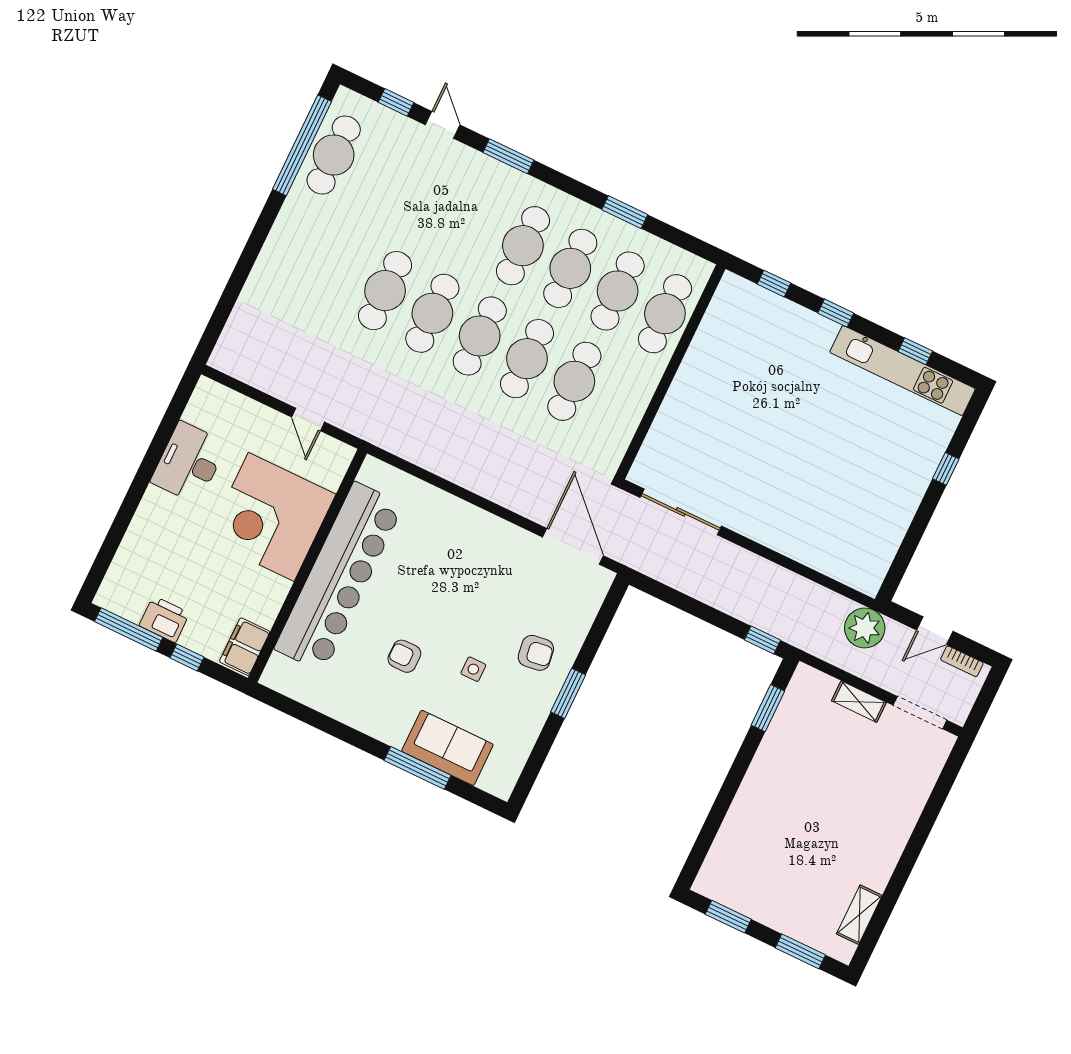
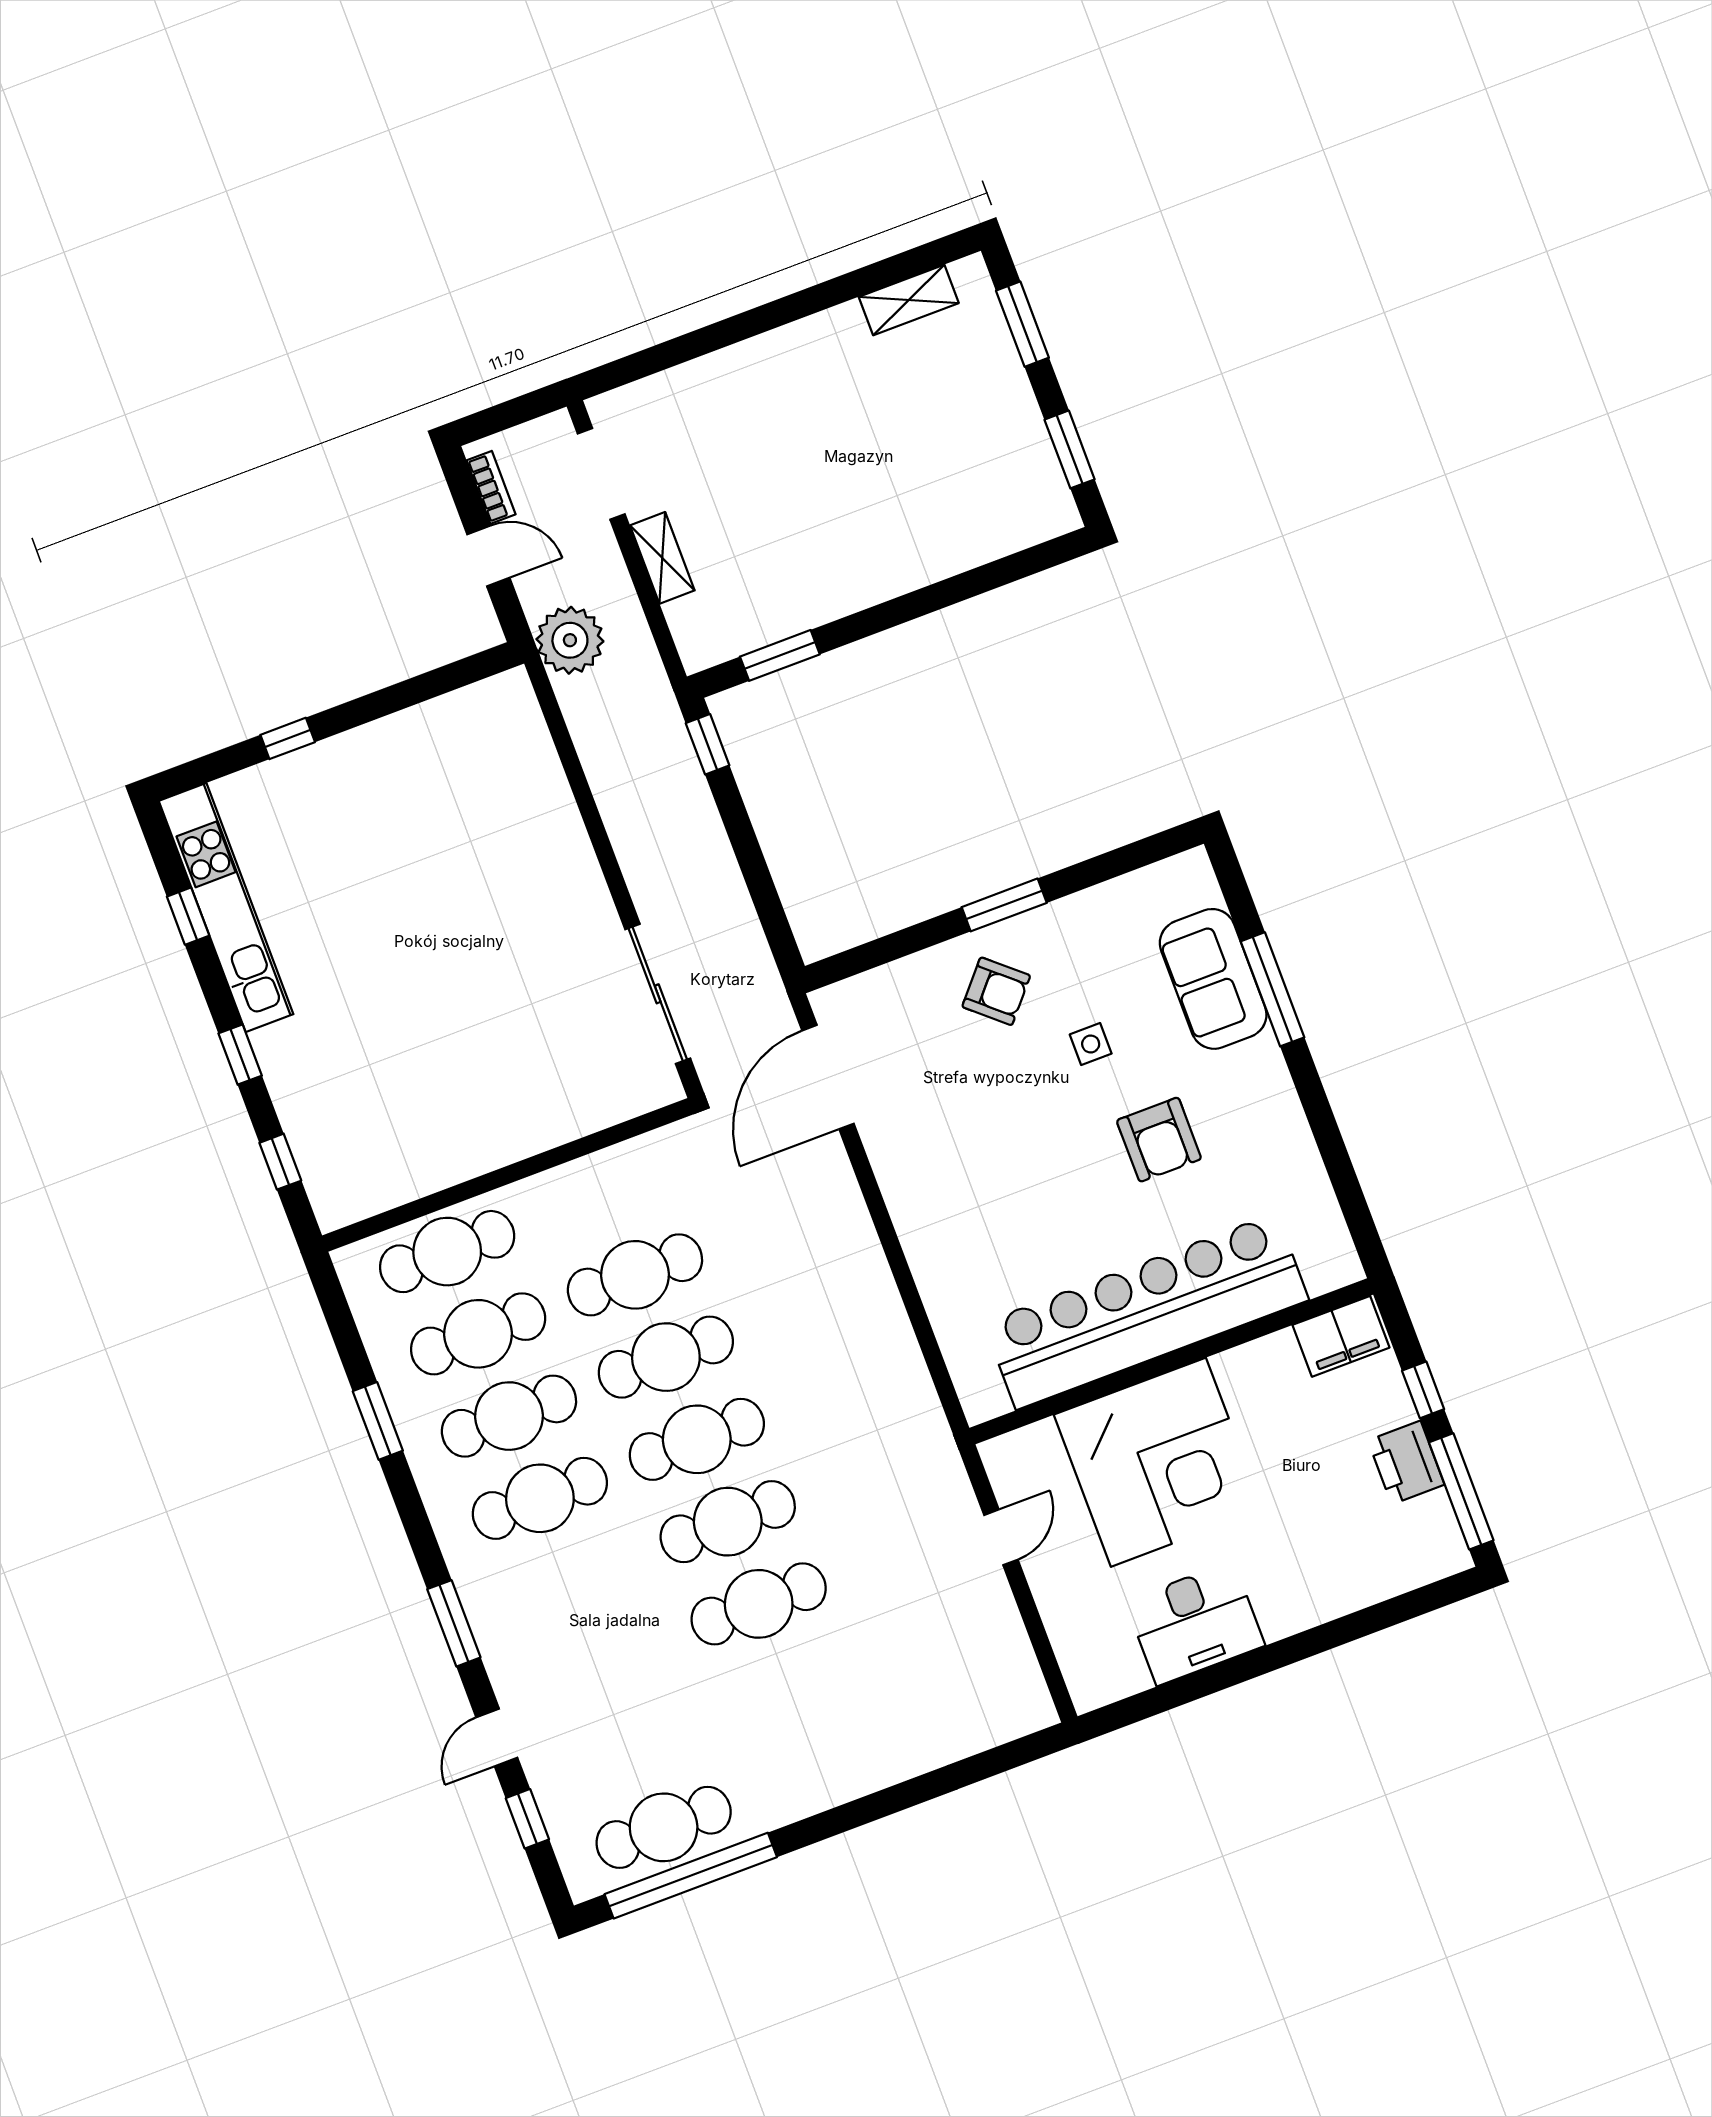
armchair: (536, 653) -> (996, 991), turned 139
armchair: (404, 656) -> (1159, 1140), width x1.38, depth x1.38

